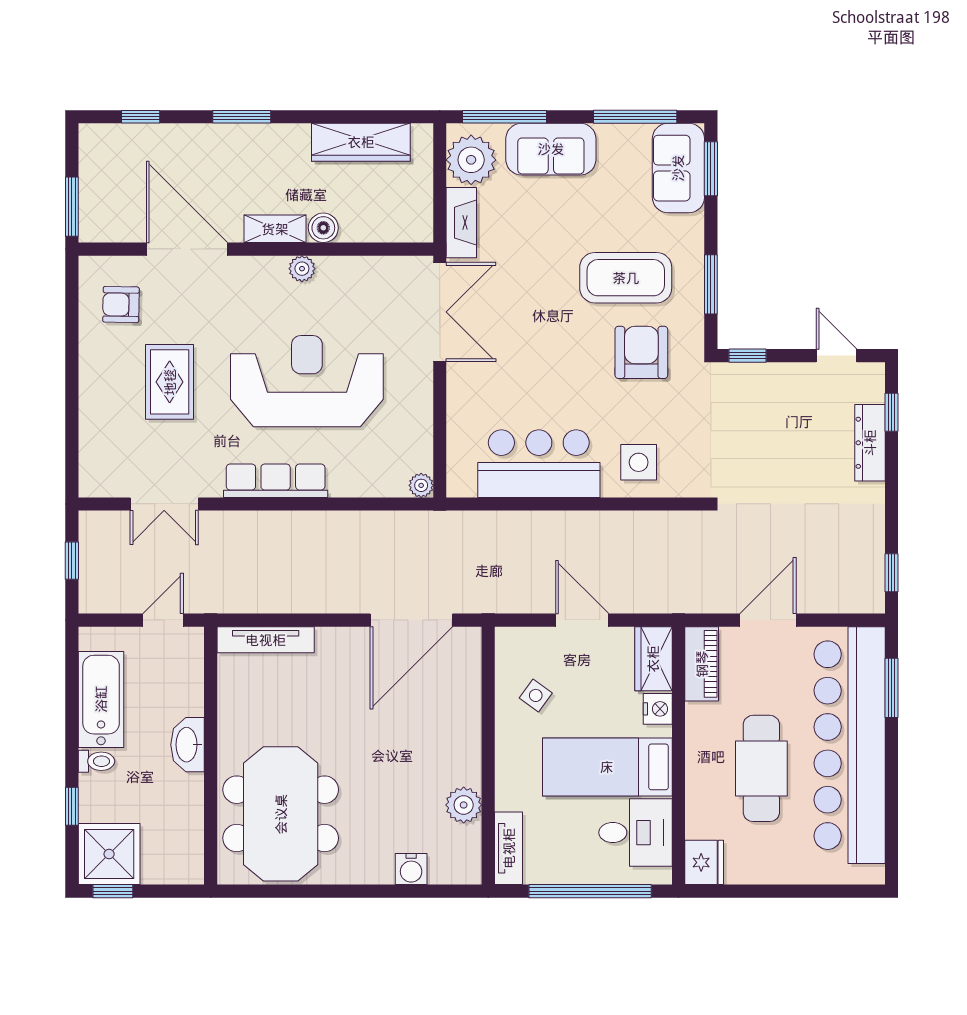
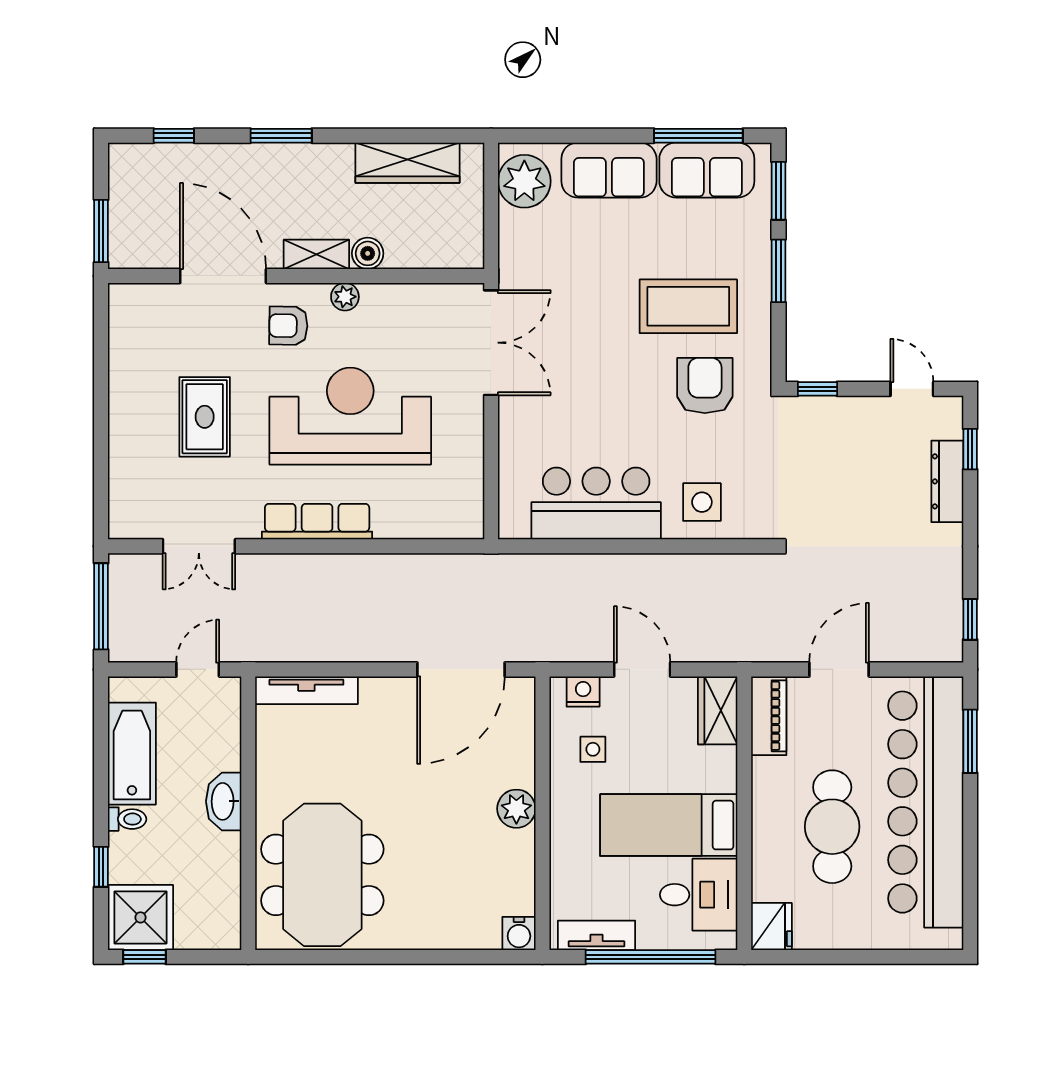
window: (504, 117) -> (560, 136), removed
sofa: (678, 168) -> (707, 170), moved, turned -90
fireplace: (461, 223) -> (514, 248), removed
window: (711, 284) -> (779, 271), moved
armchair: (121, 305) -> (288, 326), moved
plant: (421, 485) -> (471, 527), removed
window: (72, 561) -> (101, 606), width x2.17
side table: (536, 695) -> (593, 749), turned -36
nightstand: (658, 709) -> (583, 691), moved, turned -90
plant: (464, 805) -> (516, 809), moved
tv unit: (509, 848) -> (596, 935), moved, turned -90
water cooler: (411, 869) -> (519, 933), moved

